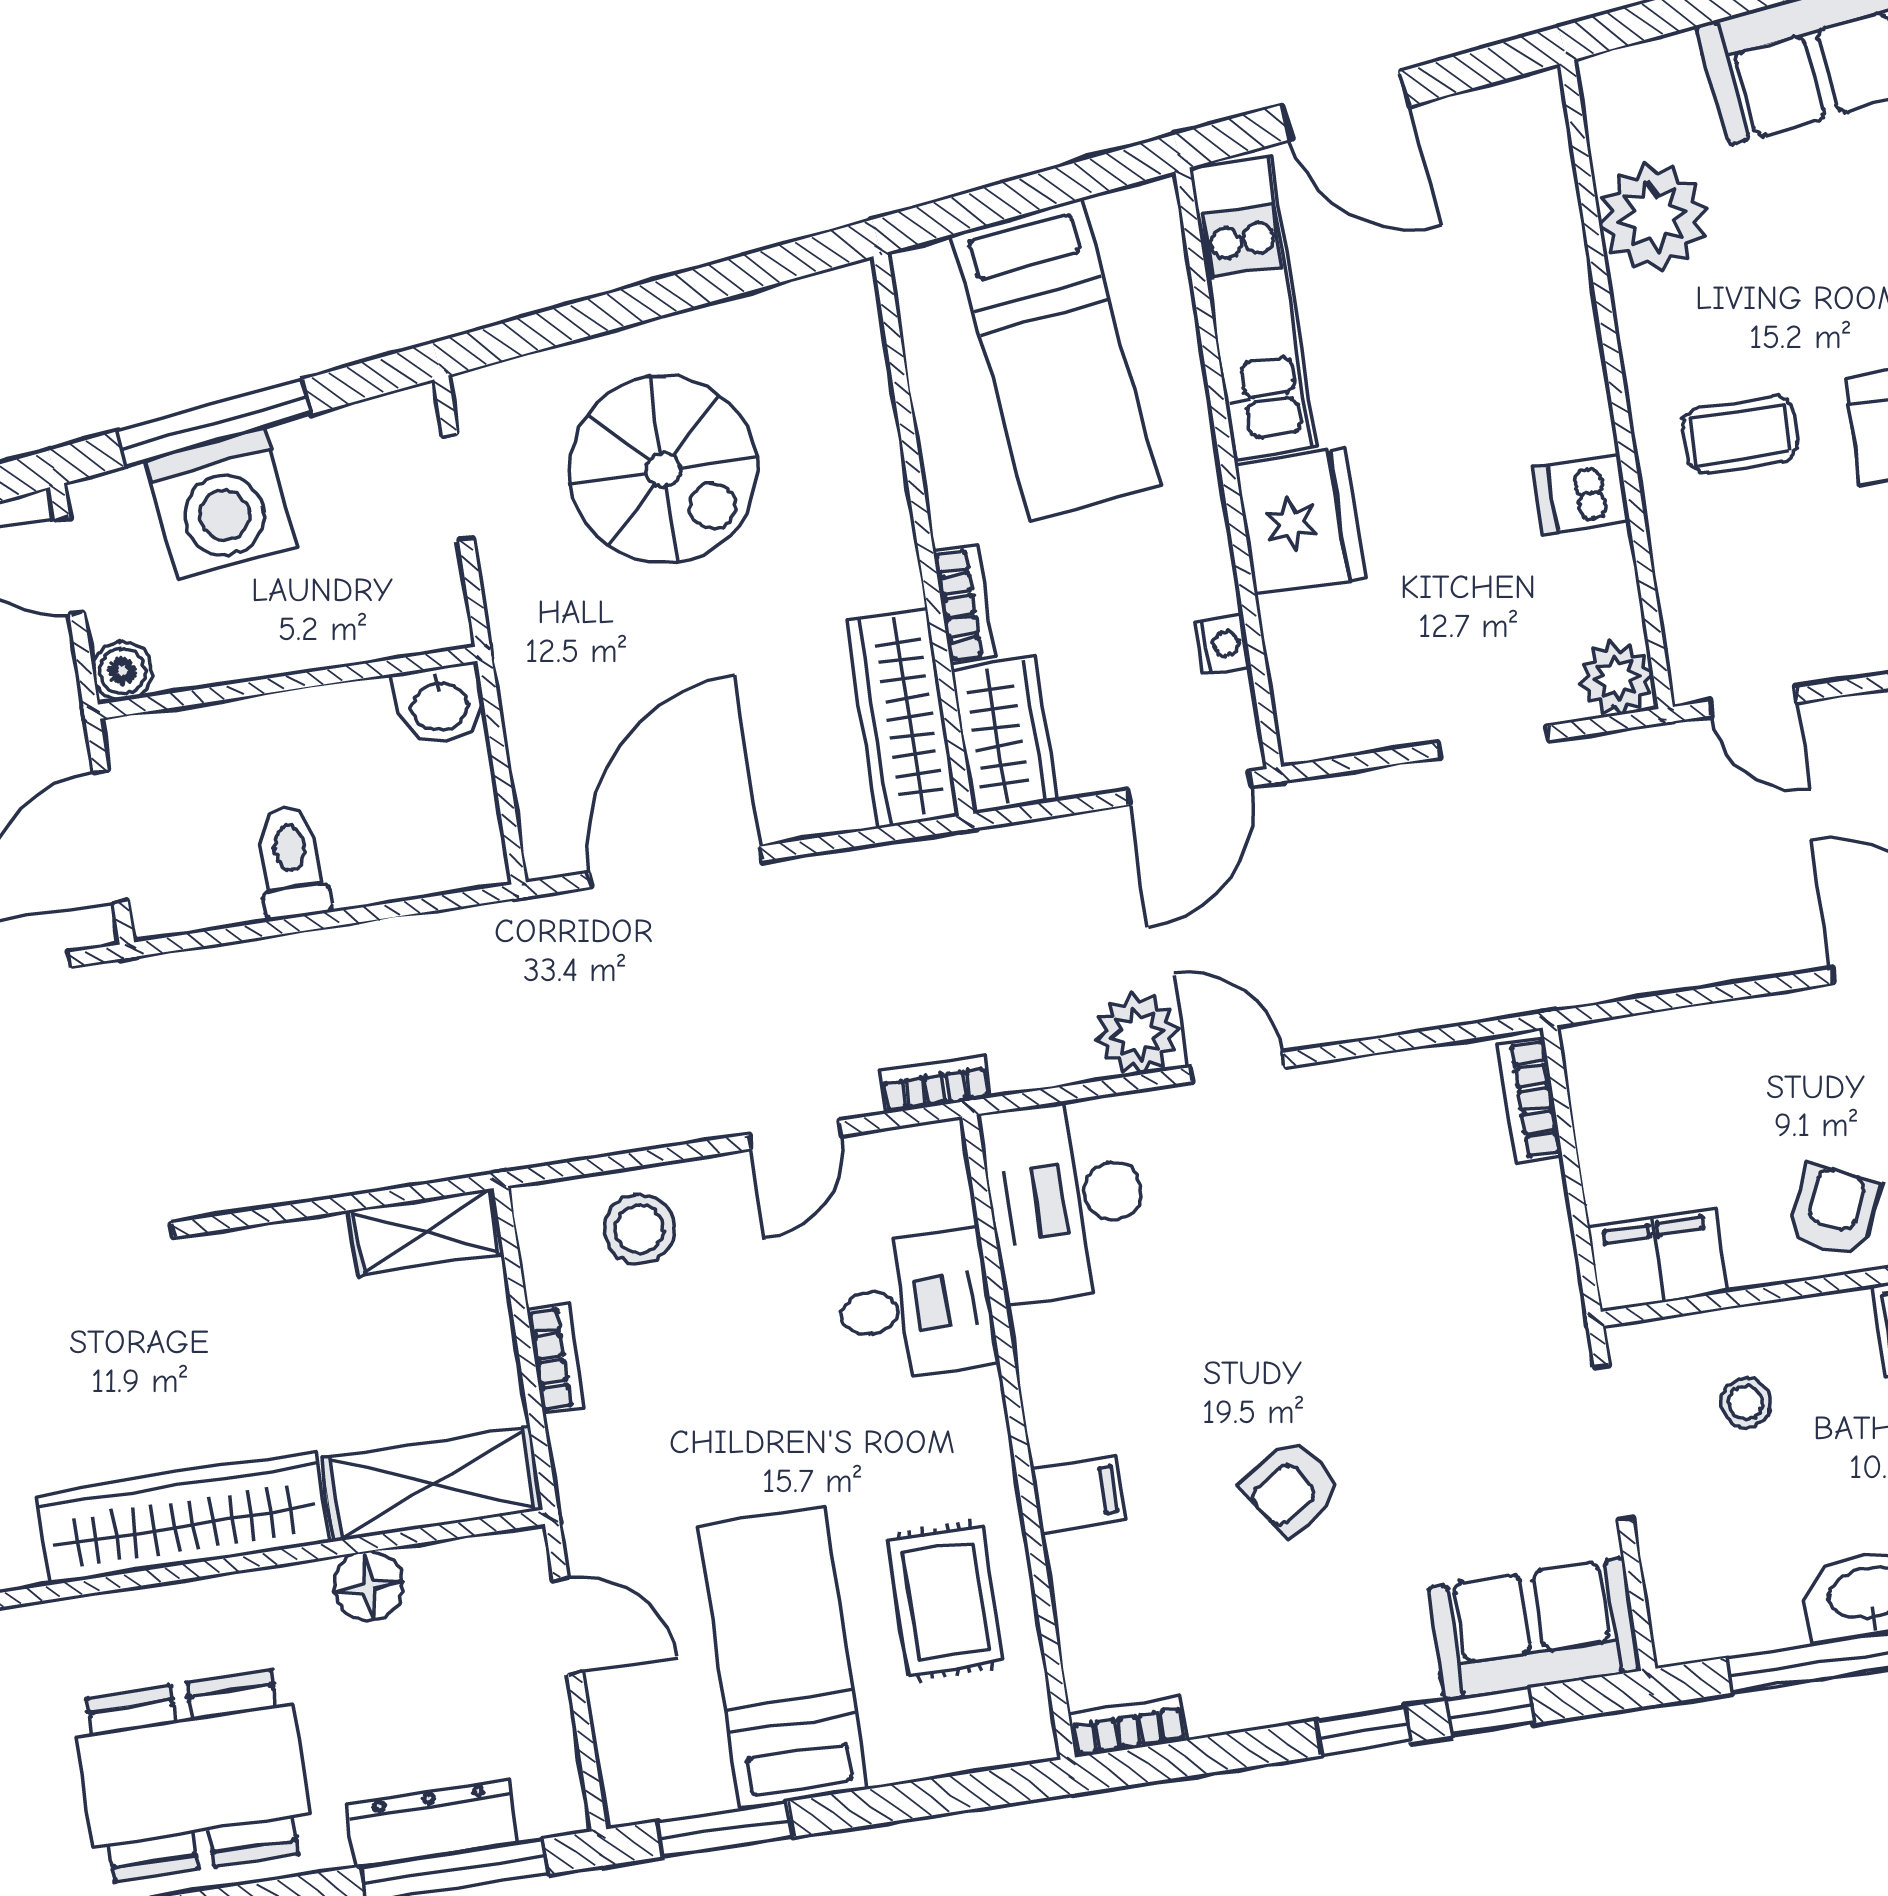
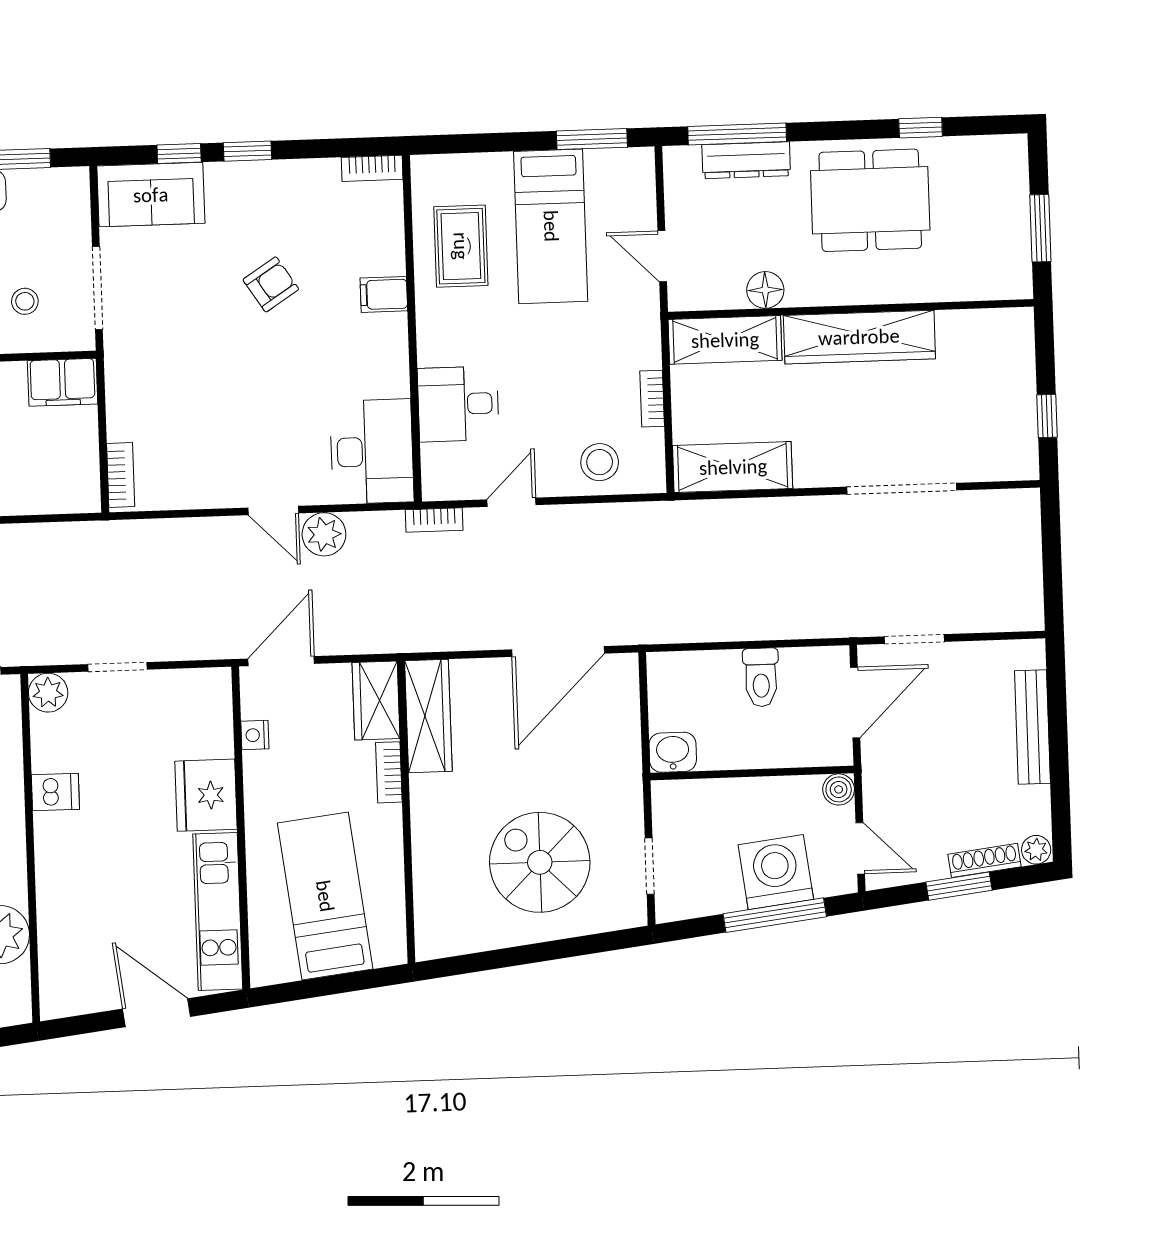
shelving: (426, 1232) -> (733, 467), width x1.50, depth x1.33

